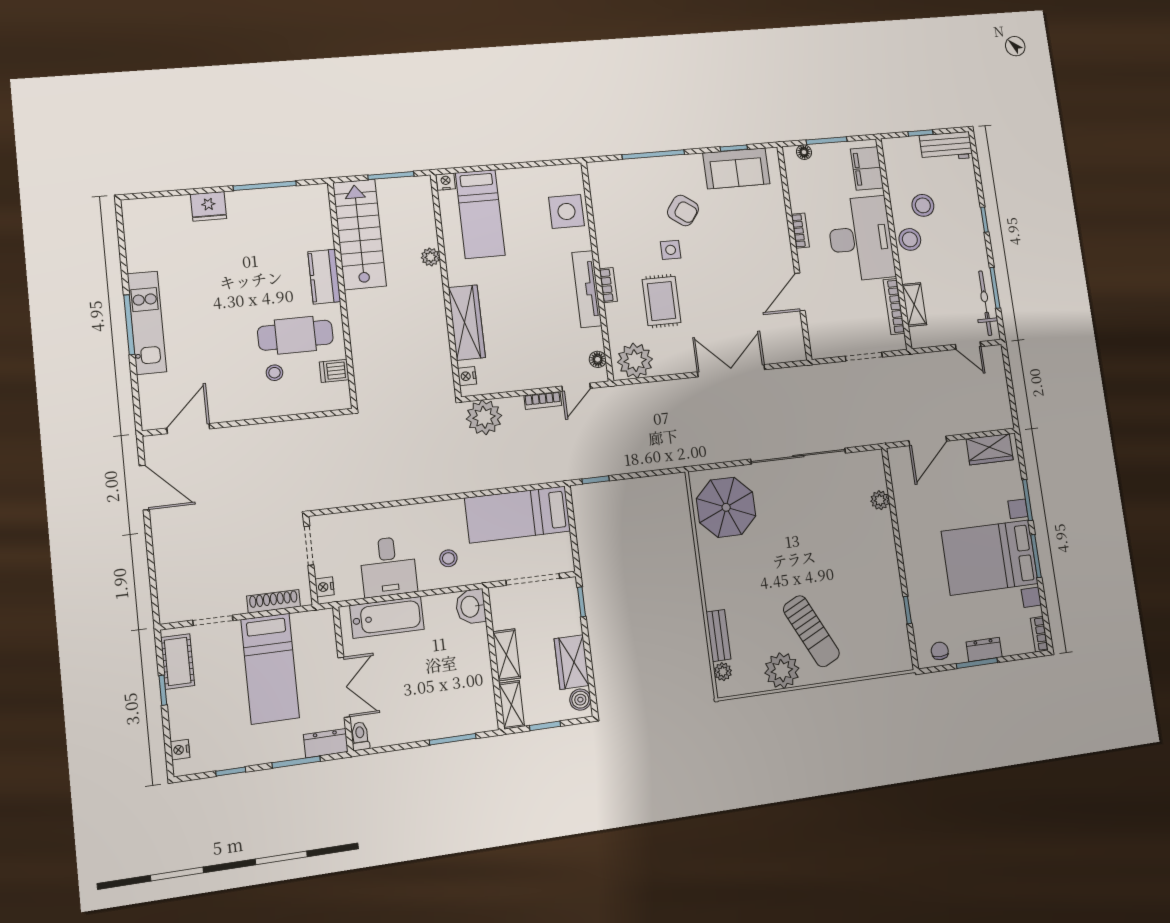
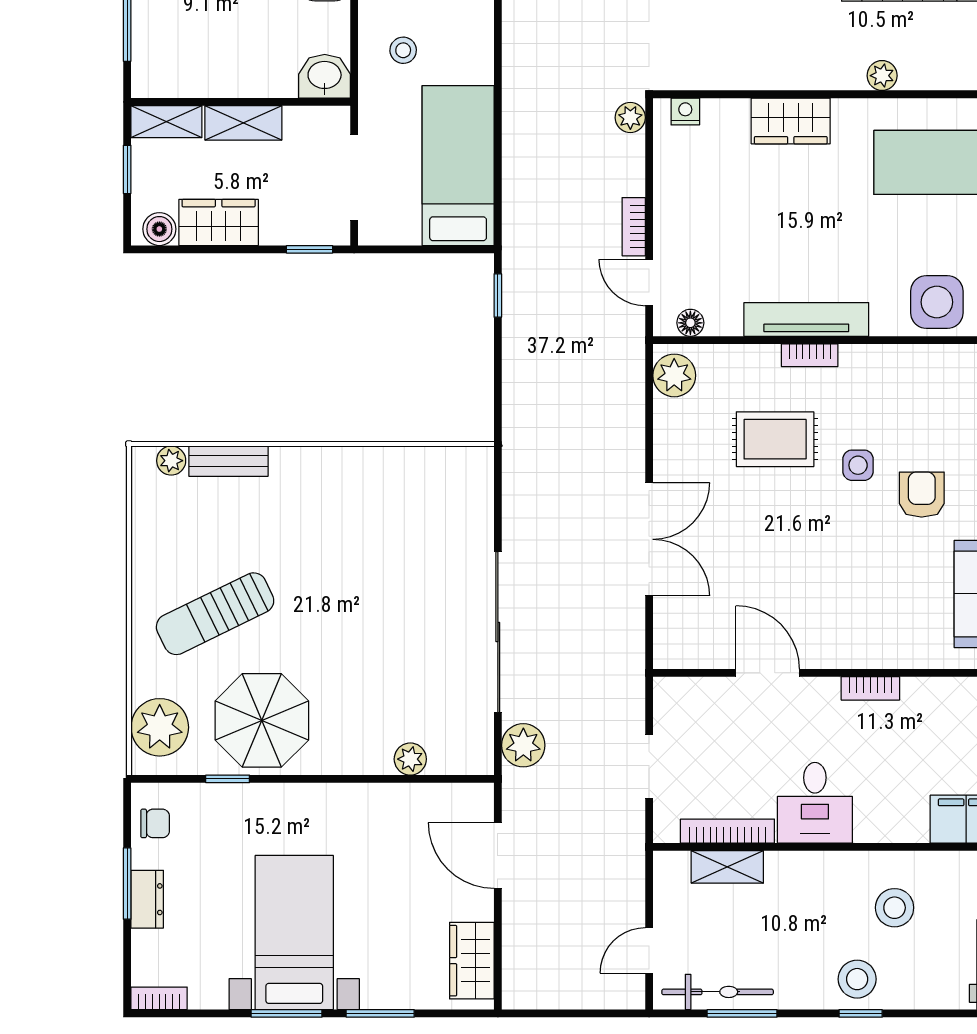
armchair: (683, 210) -> (922, 495), turned 144
desk: (861, 239) -> (815, 803), width x0.53, depth x0.77
stool: (910, 239) -> (857, 979), moved
wardrobe: (467, 322) -> (791, 121), width x0.67
plant: (635, 361) -> (674, 375), width x0.73, depth x0.73
plant: (484, 417) -> (630, 118), width x0.53, depth x0.53
plant: (862, 433) -> (523, 745), added
parasol: (726, 507) -> (262, 720), moved
bed with nightstands: (990, 558) -> (294, 933), width x0.73
plant: (782, 671) -> (160, 727), moved

